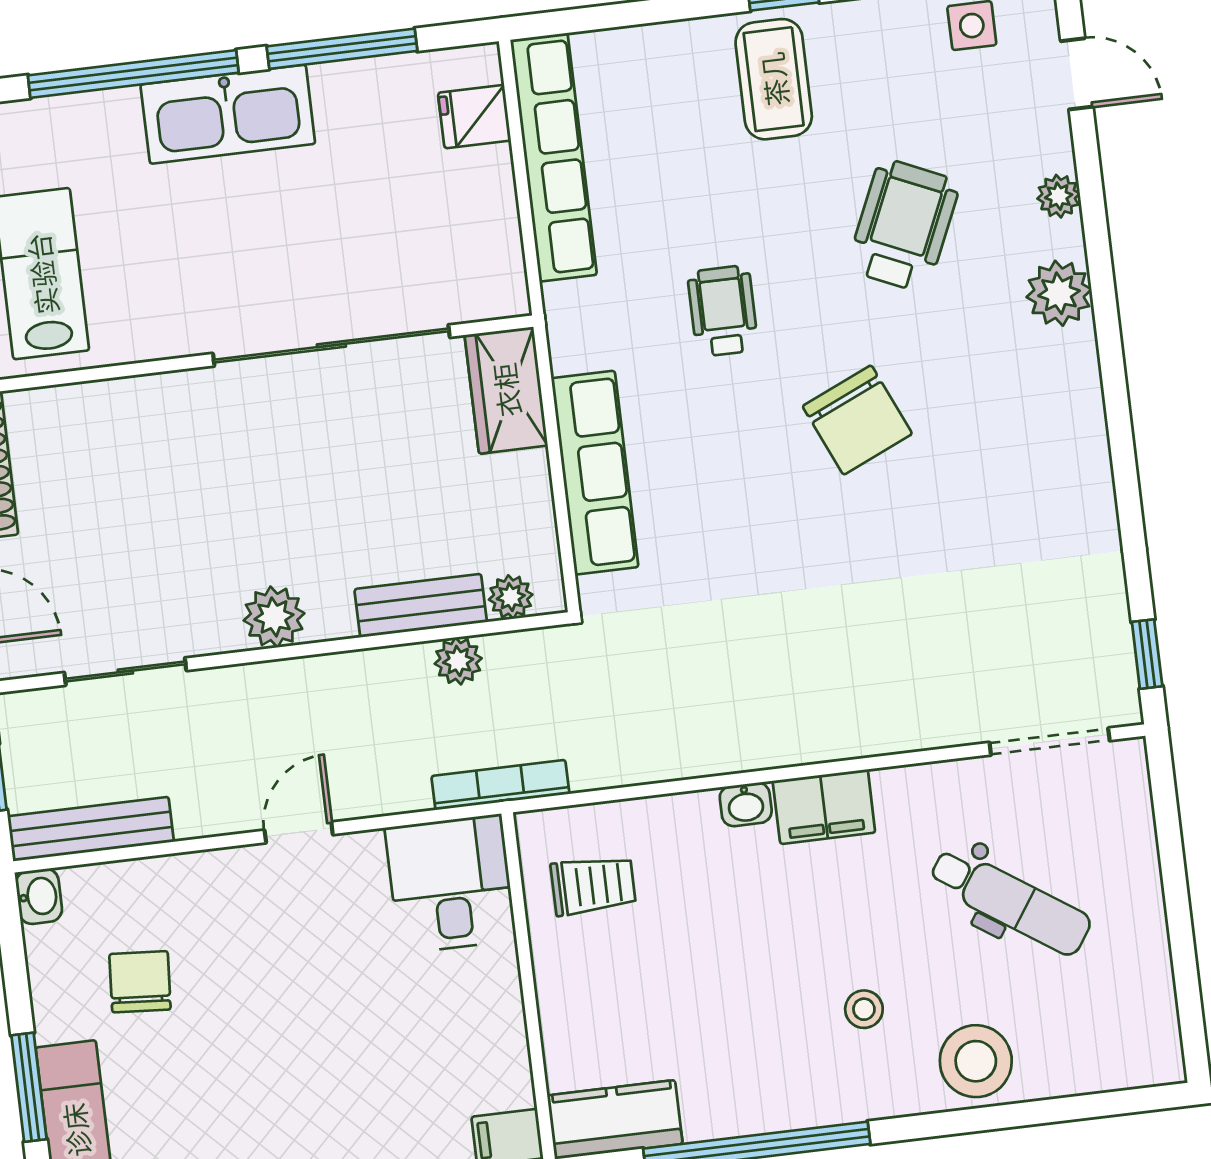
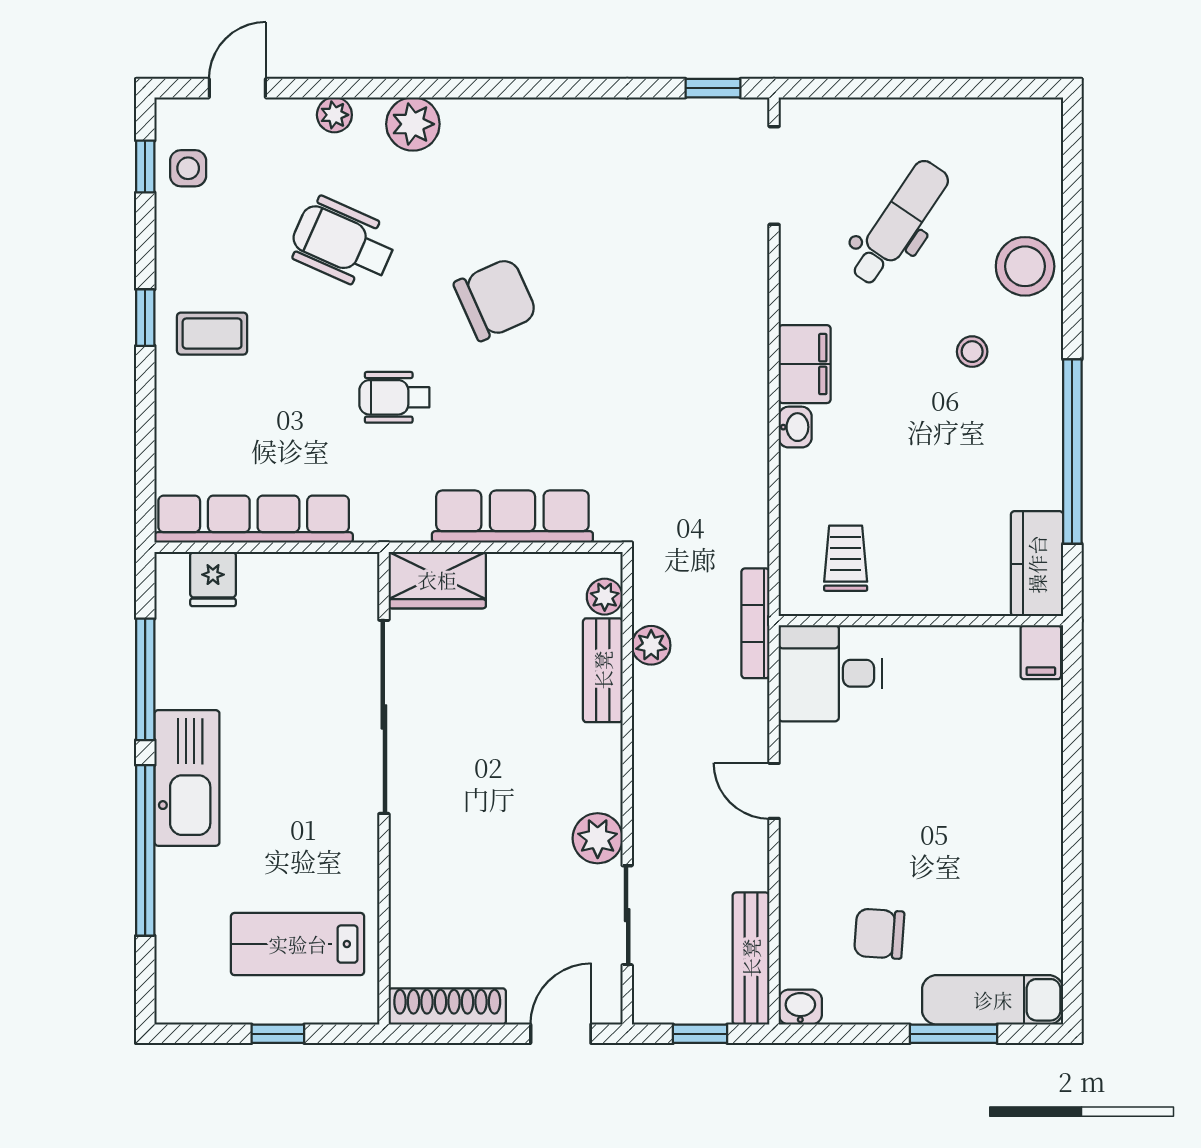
coffee table: (774, 79) -> (212, 334), width x0.73, depth x0.77
plant: (274, 617) -> (598, 838), moved

